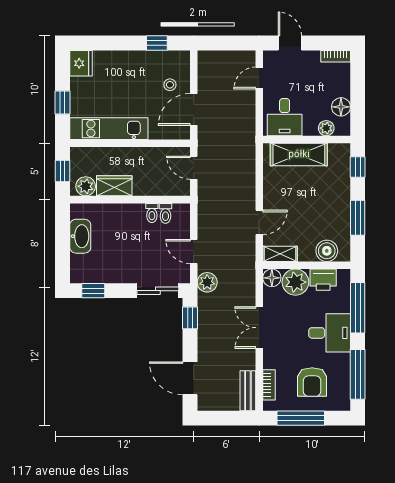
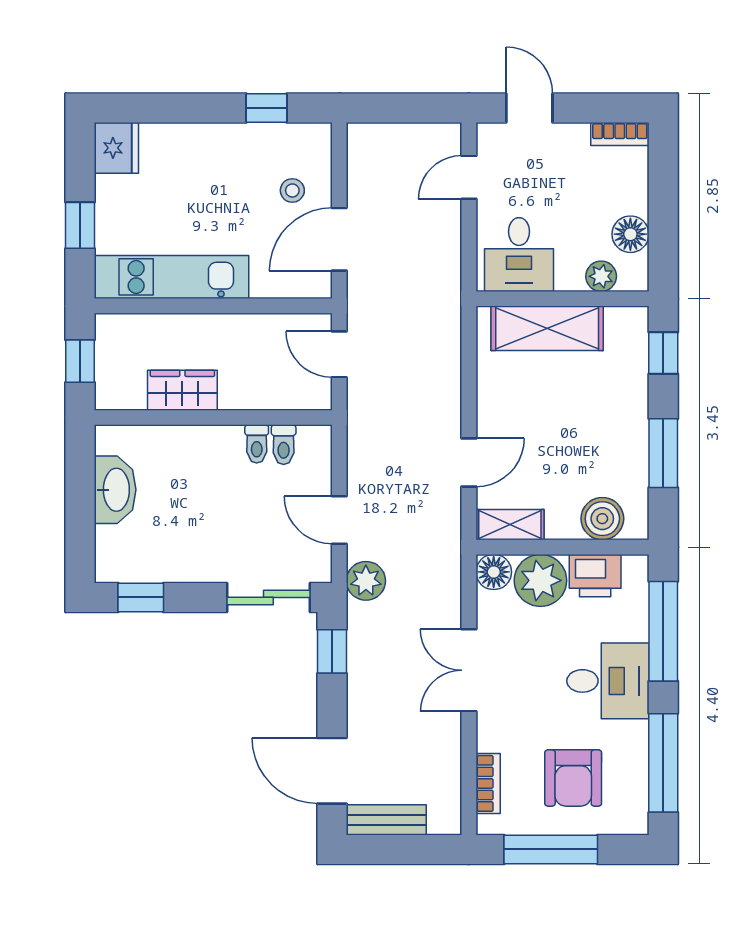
plant: (86, 186) -> (126, 391), removed
bench: (248, 391) -> (386, 820), moved, turned 90

